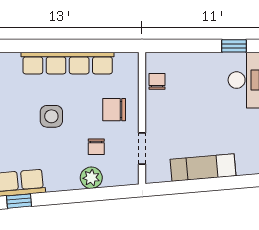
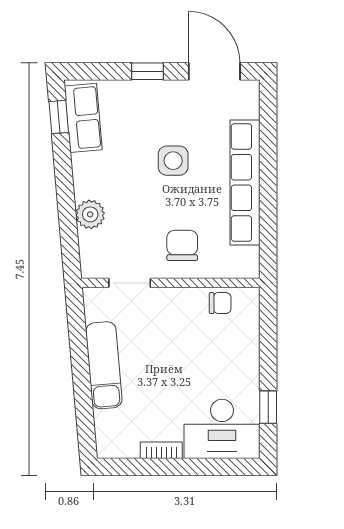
chair: (96, 147) -> (132, 221), removed

